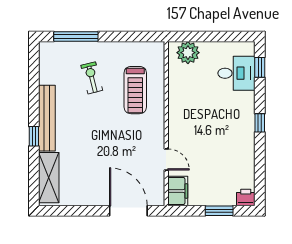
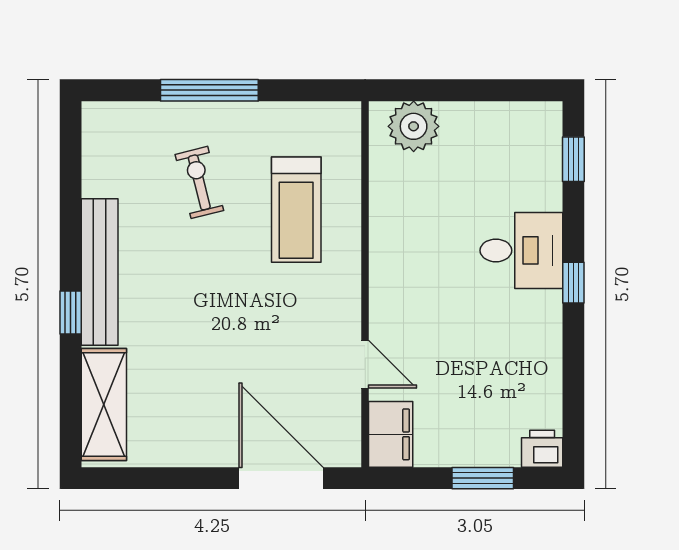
window: (76, 36) -> (209, 90), moved
desk: (236, 73) -> (521, 250), moved

